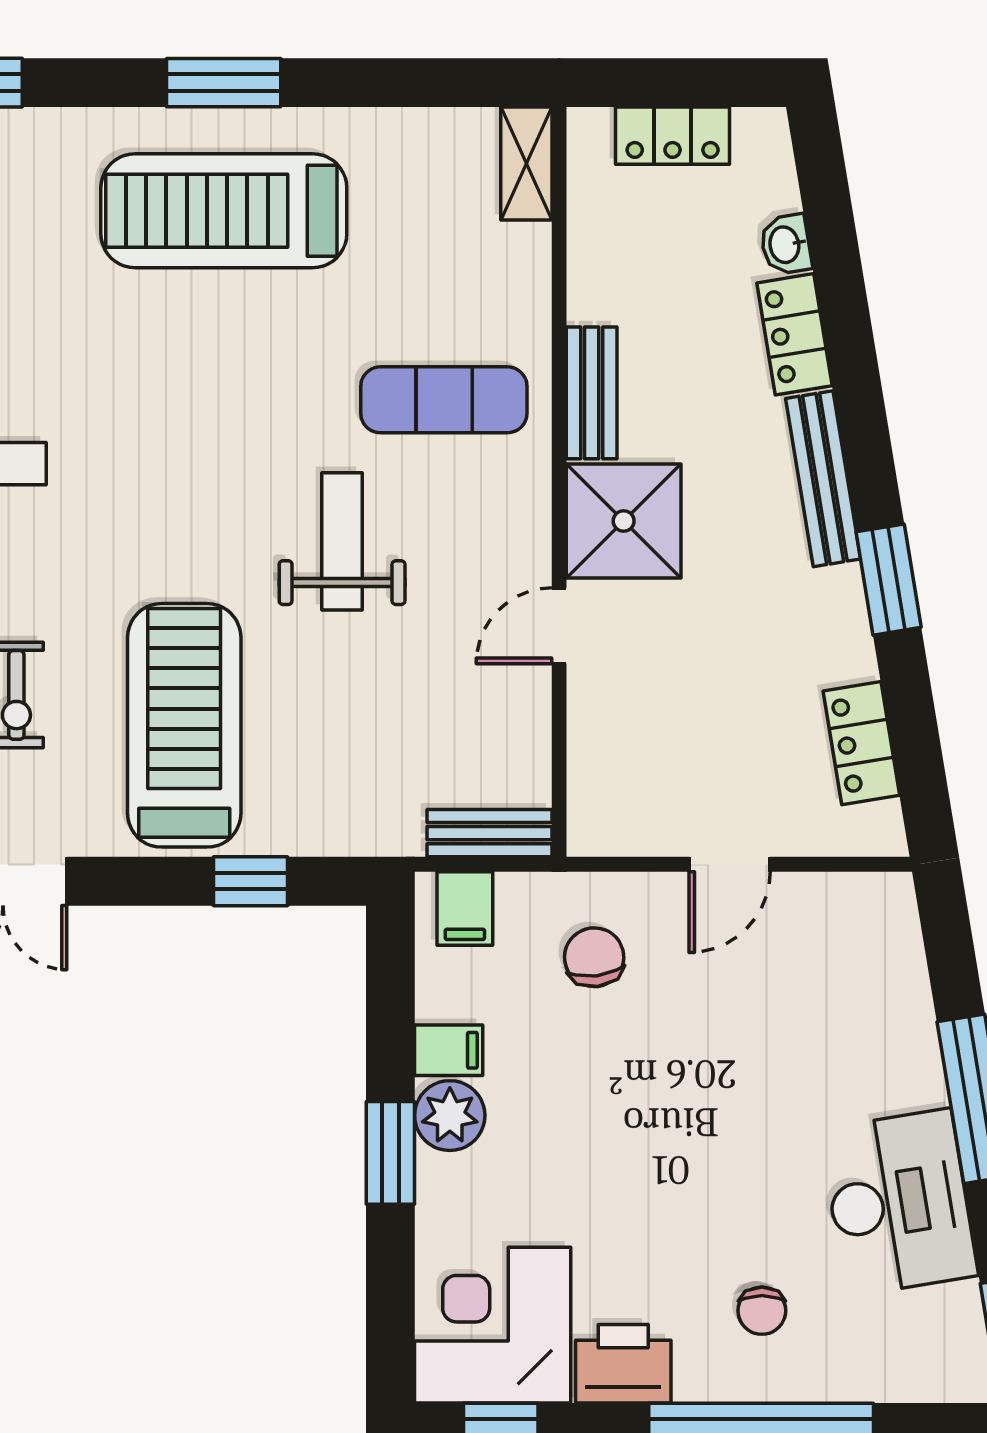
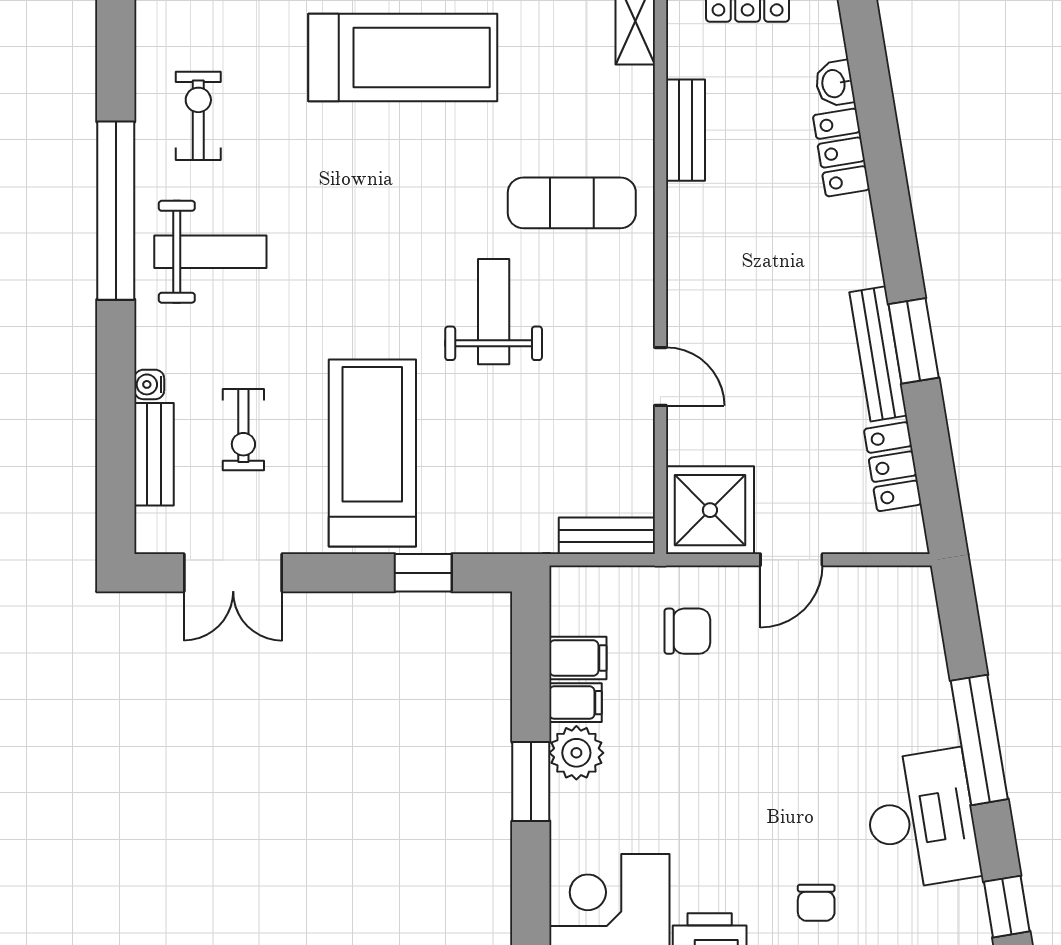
treadmill: (224, 211) -> (403, 58), turned 180
bench: (592, 393) -> (685, 130), moved
bench: (823, 479) -> (878, 354), moved
shower: (624, 521) -> (710, 510), moved
door: (559, 626) -> (660, 376), swing flipped
filing cabinet: (465, 909) -> (578, 658), moved, turned -90
chair: (594, 957) -> (687, 631), turned 97

